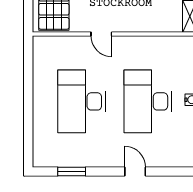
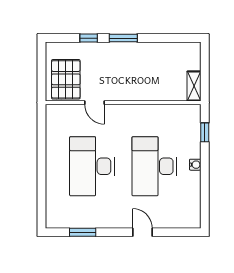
door: (101, 34) -> (94, 103), moved

